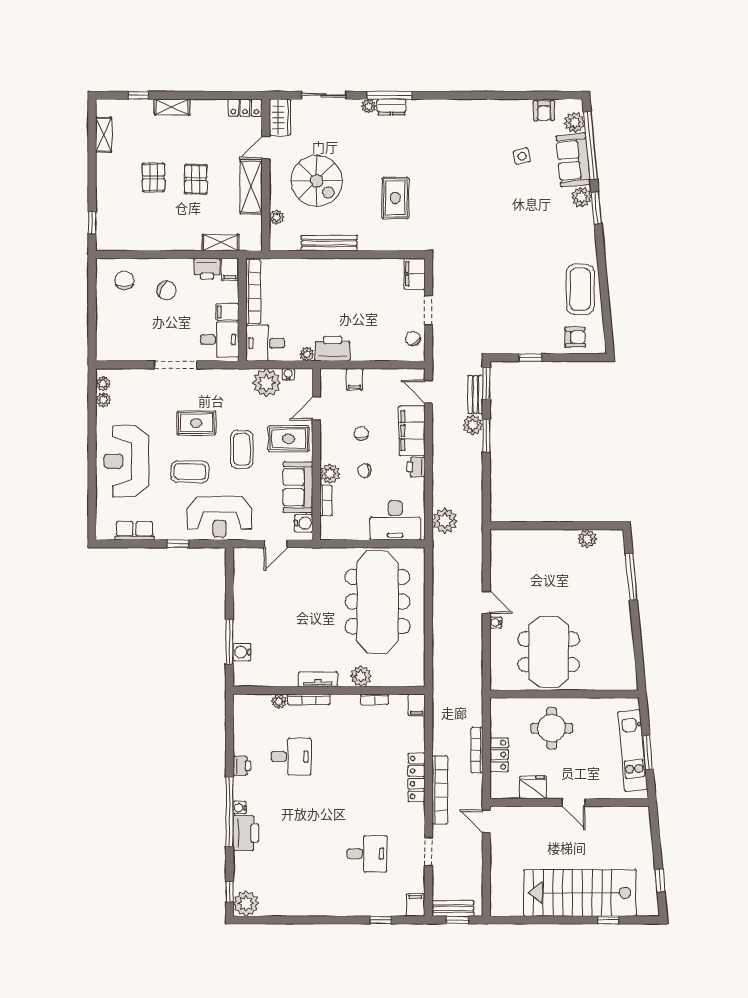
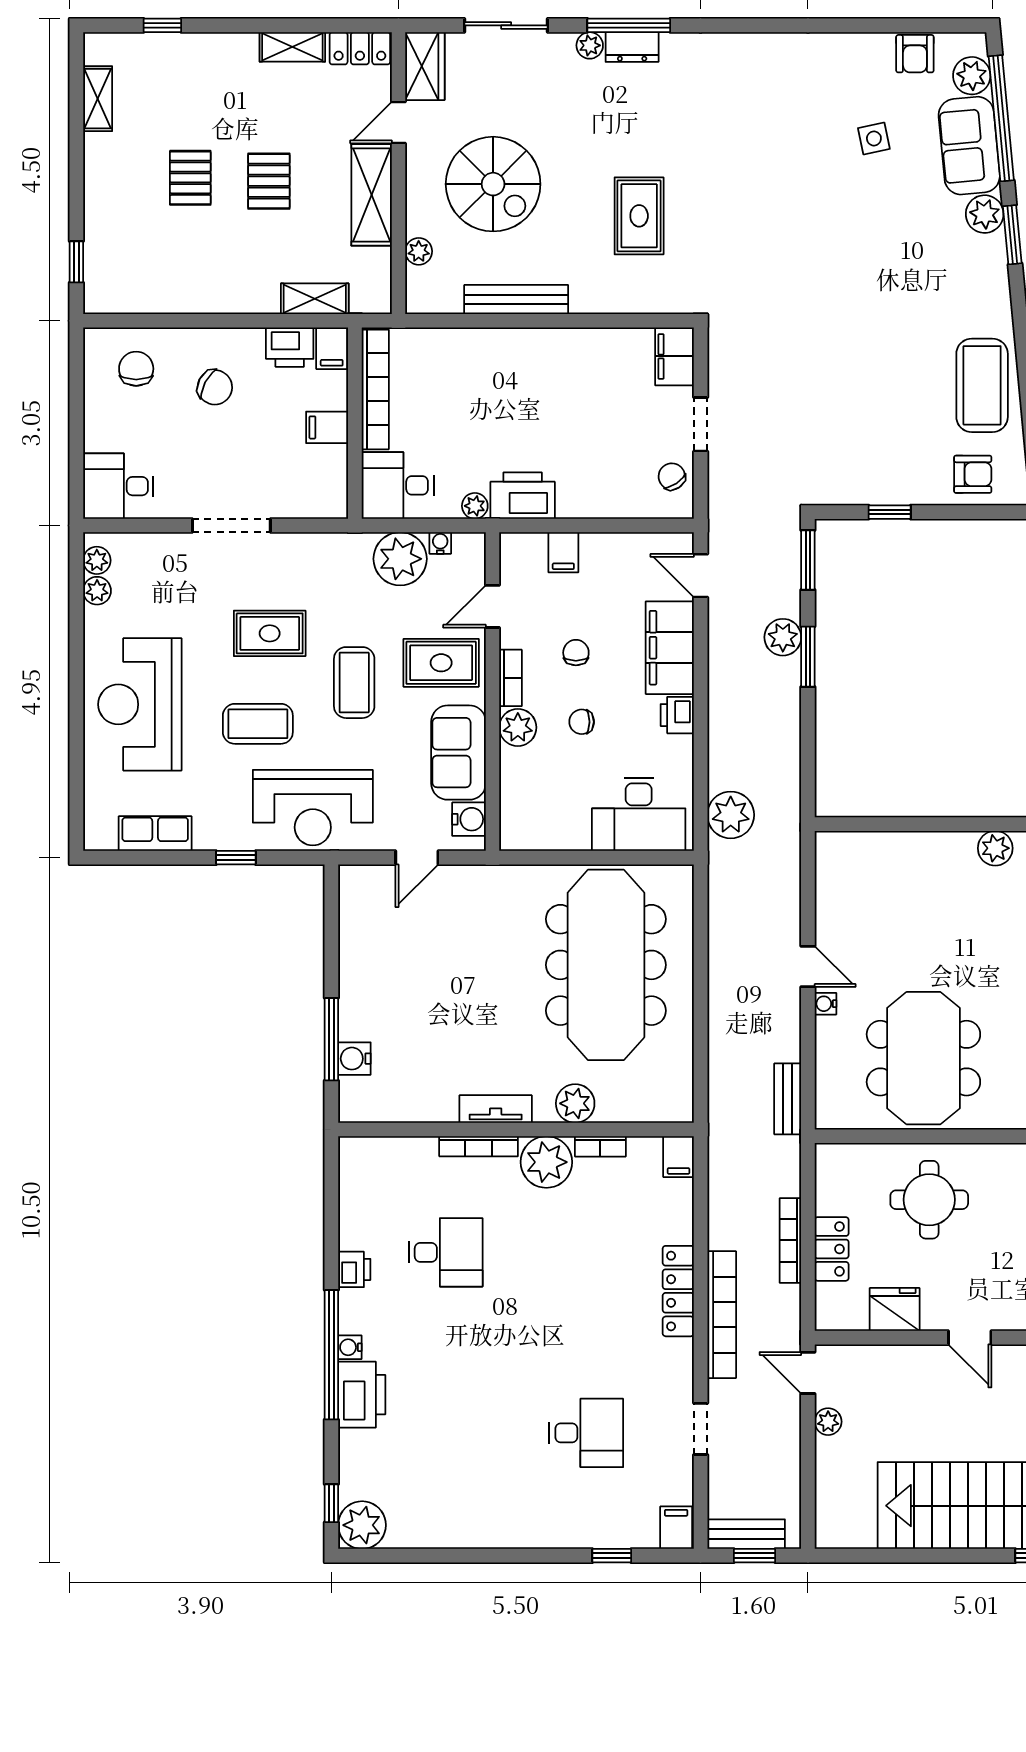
shelving: (172, 107) -> (292, 47), moved
desk: (220, 339) -> (118, 486), moved, turned 180
bench: (475, 395) -> (788, 1099), moved
bookcase: (326, 500) -> (511, 678), moved
plant: (279, 701) -> (546, 1162), moved, width x1.88, depth x1.88
plant: (497, 848) -> (828, 1422), added

